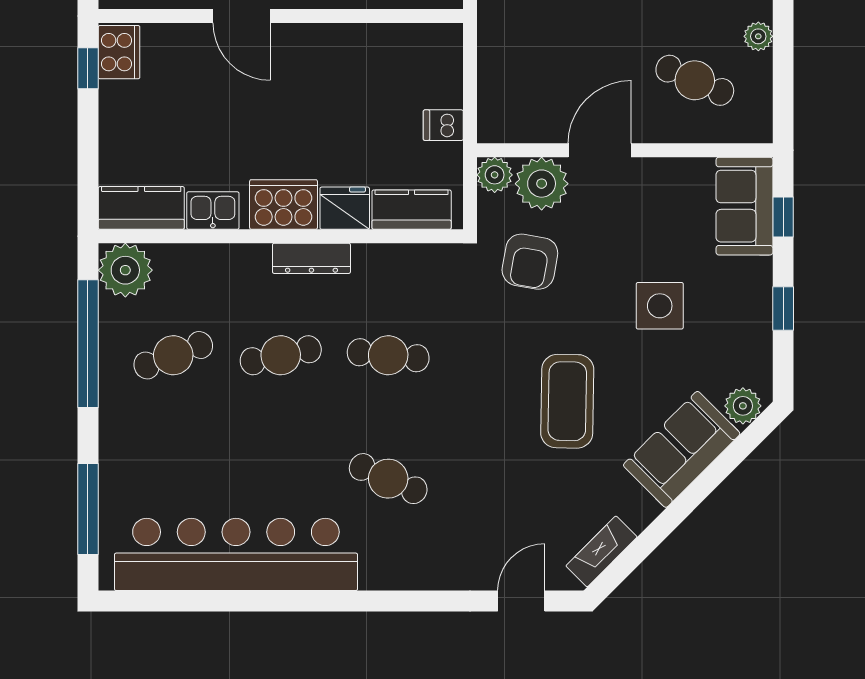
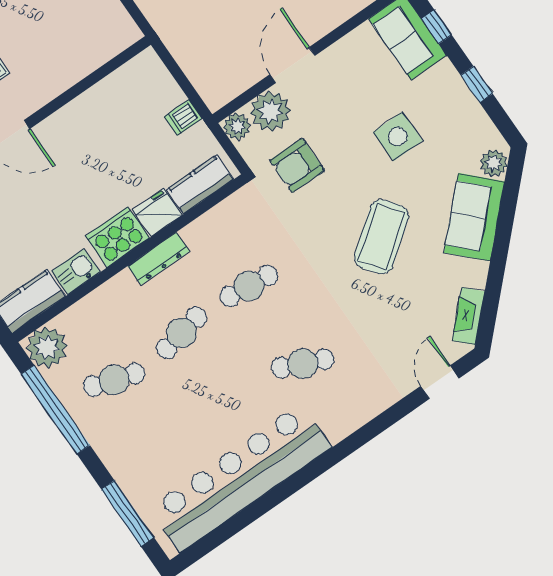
armchair: (530, 262) -> (297, 165), turned 80
cafe table: (173, 355) -> (114, 380), turned 39
coffee table: (567, 401) -> (381, 237), turned 52

